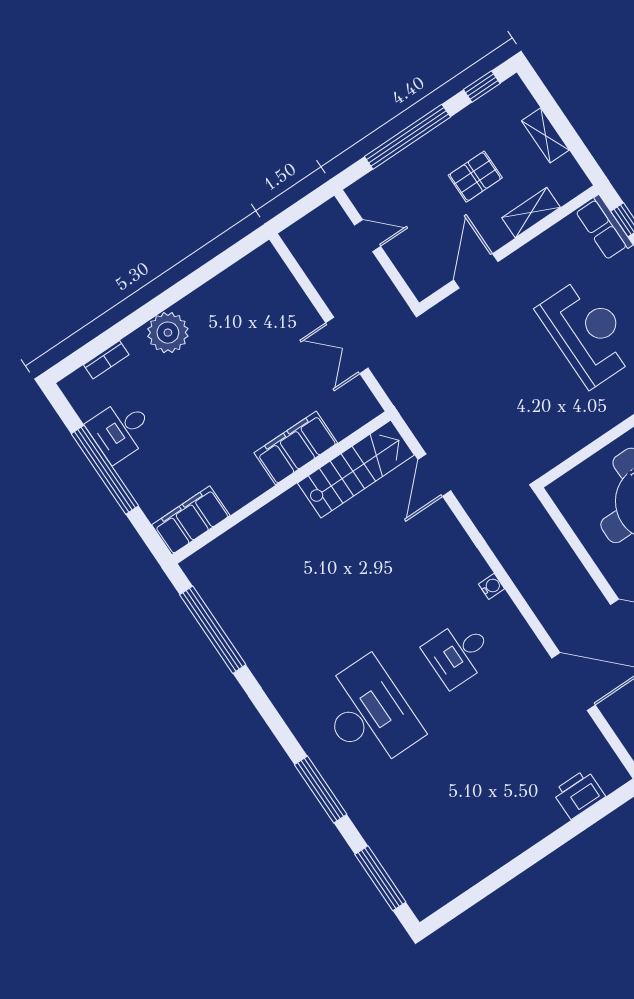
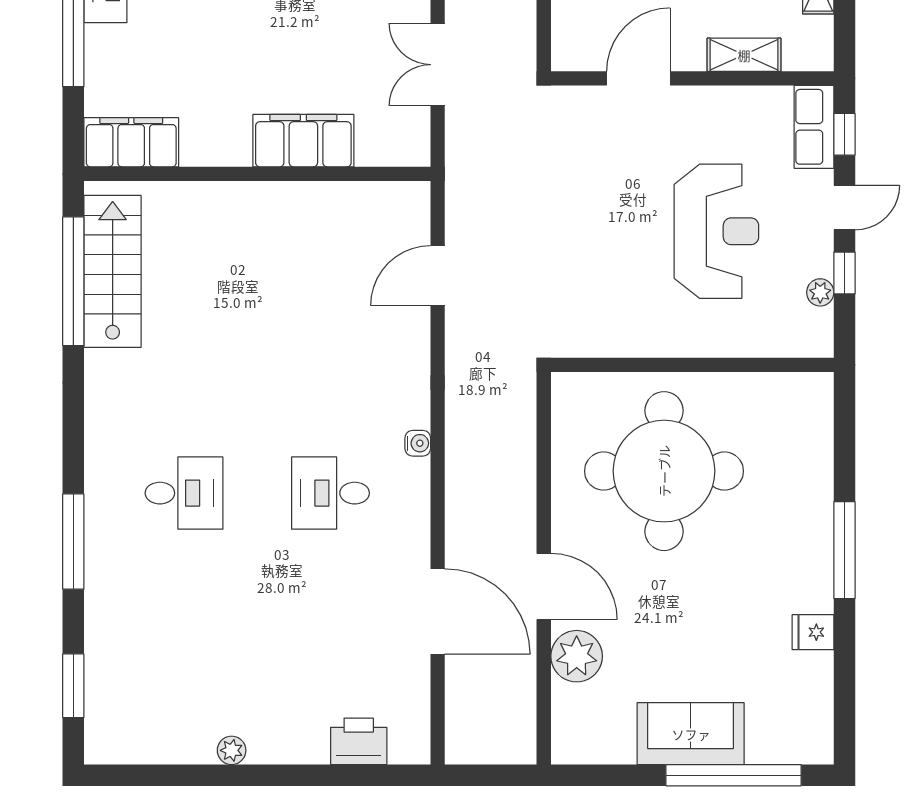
stairs: (356, 469) -> (113, 271), moved, turned -90
desk: (369, 714) -> (184, 493), width x0.53, depth x0.77
plant: (504, 852) -> (232, 750), added
window: (380, 878) -> (73, 686), width x0.69

